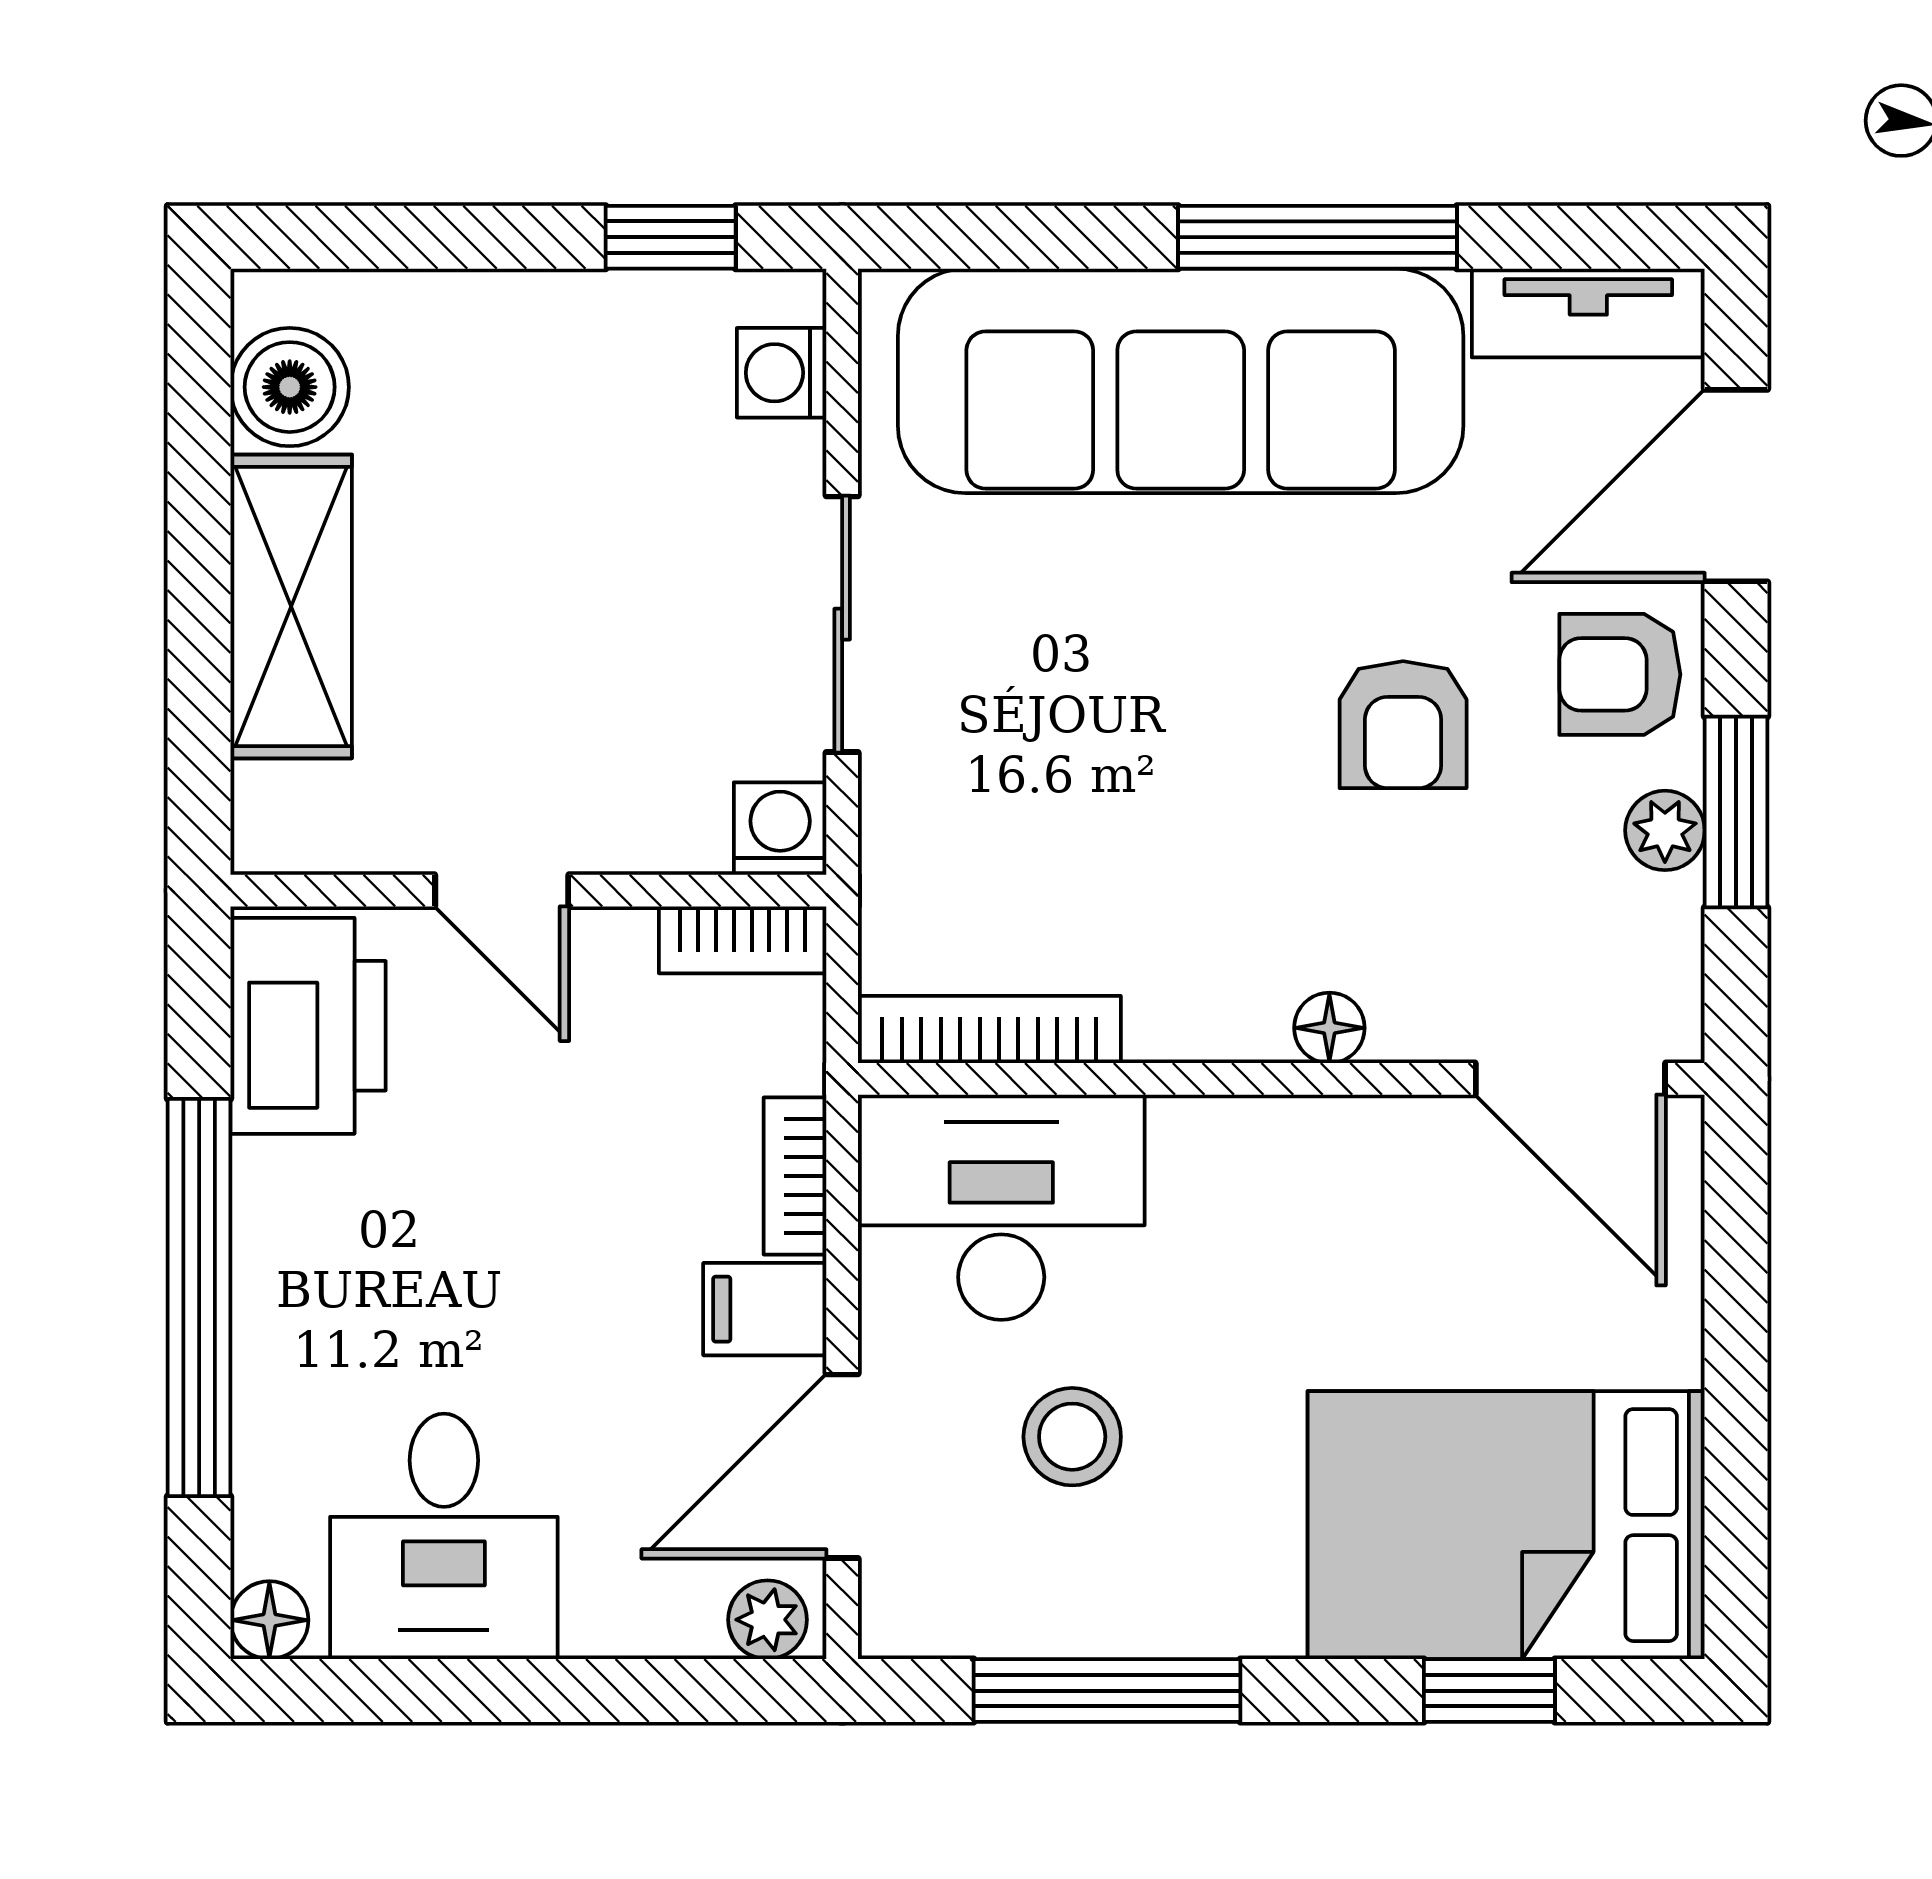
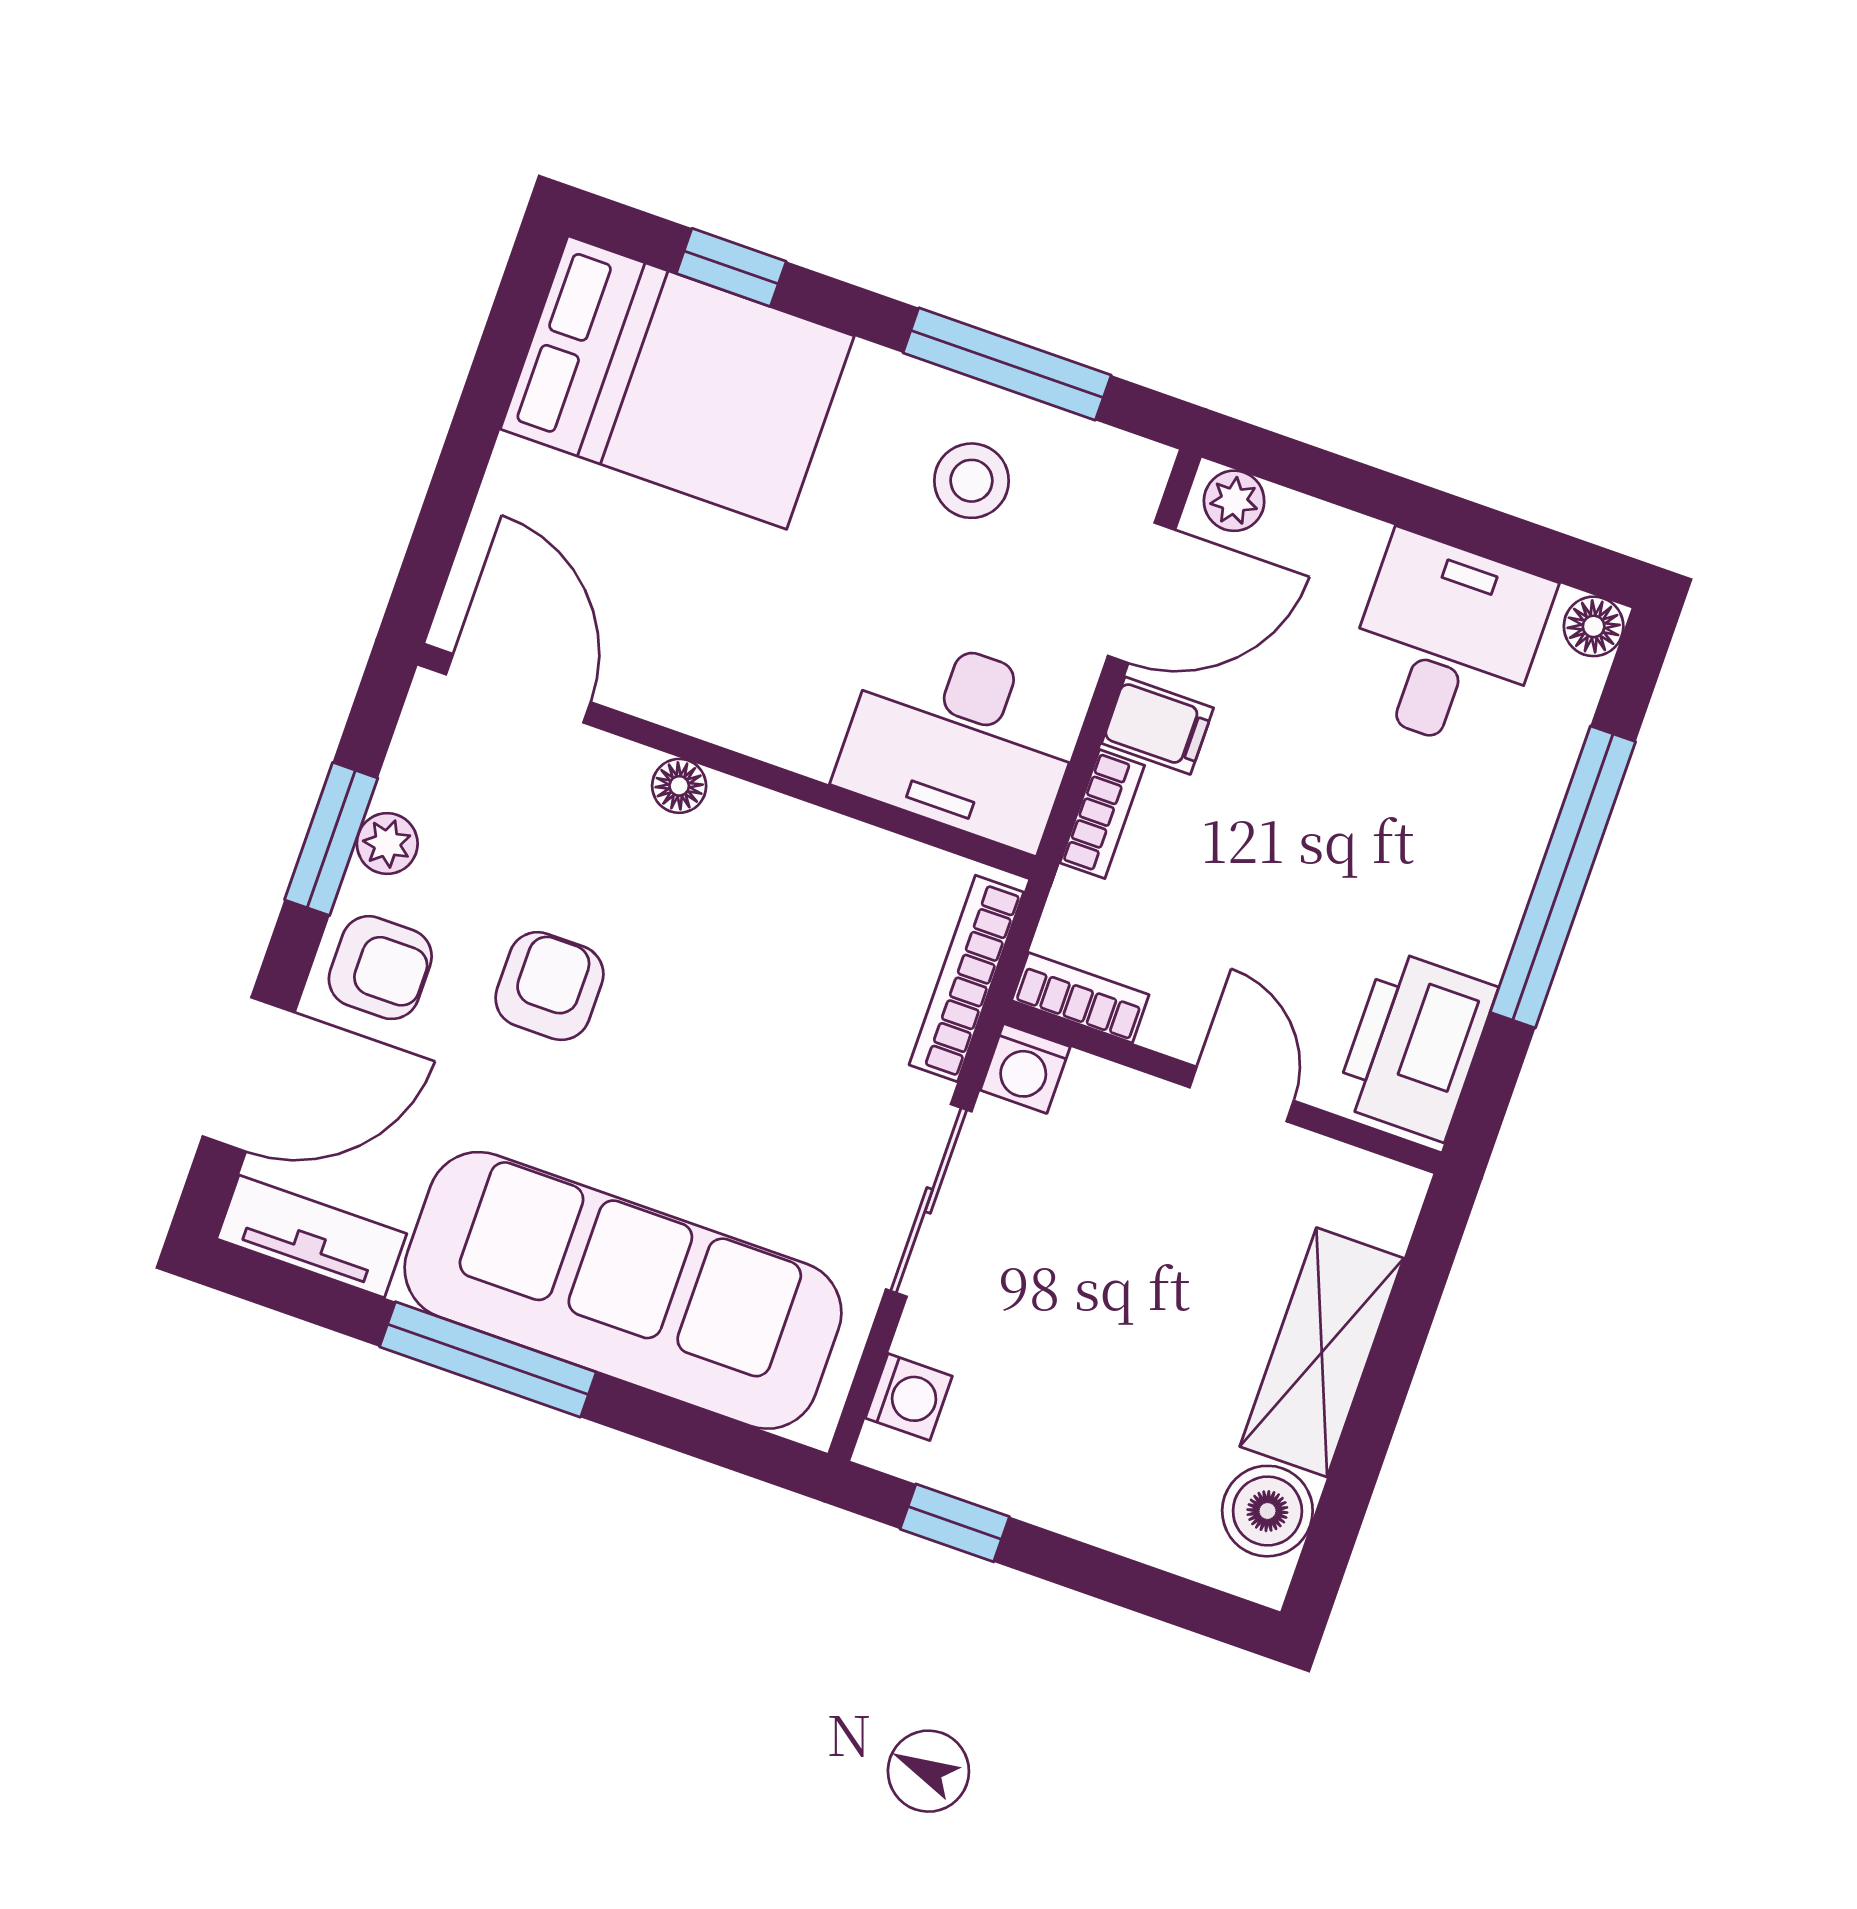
bookcase: (989, 1029) -> (966, 978), moved, turned 90
stool: (1072, 1437) -> (971, 481), moved

